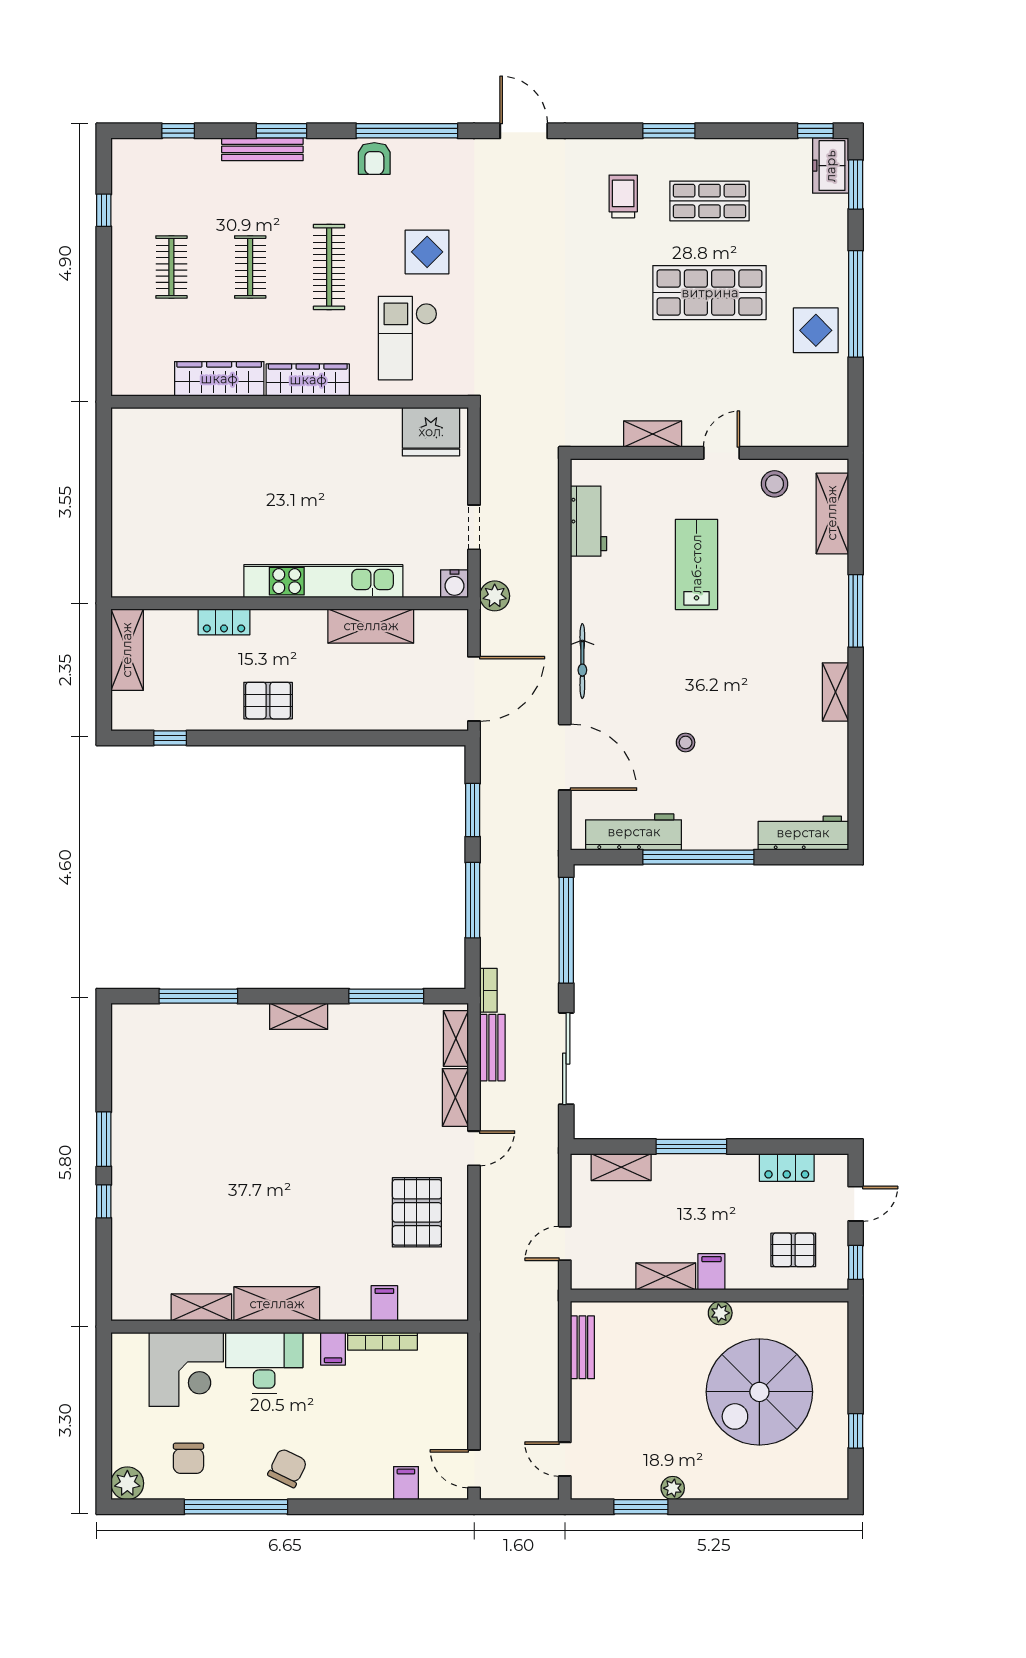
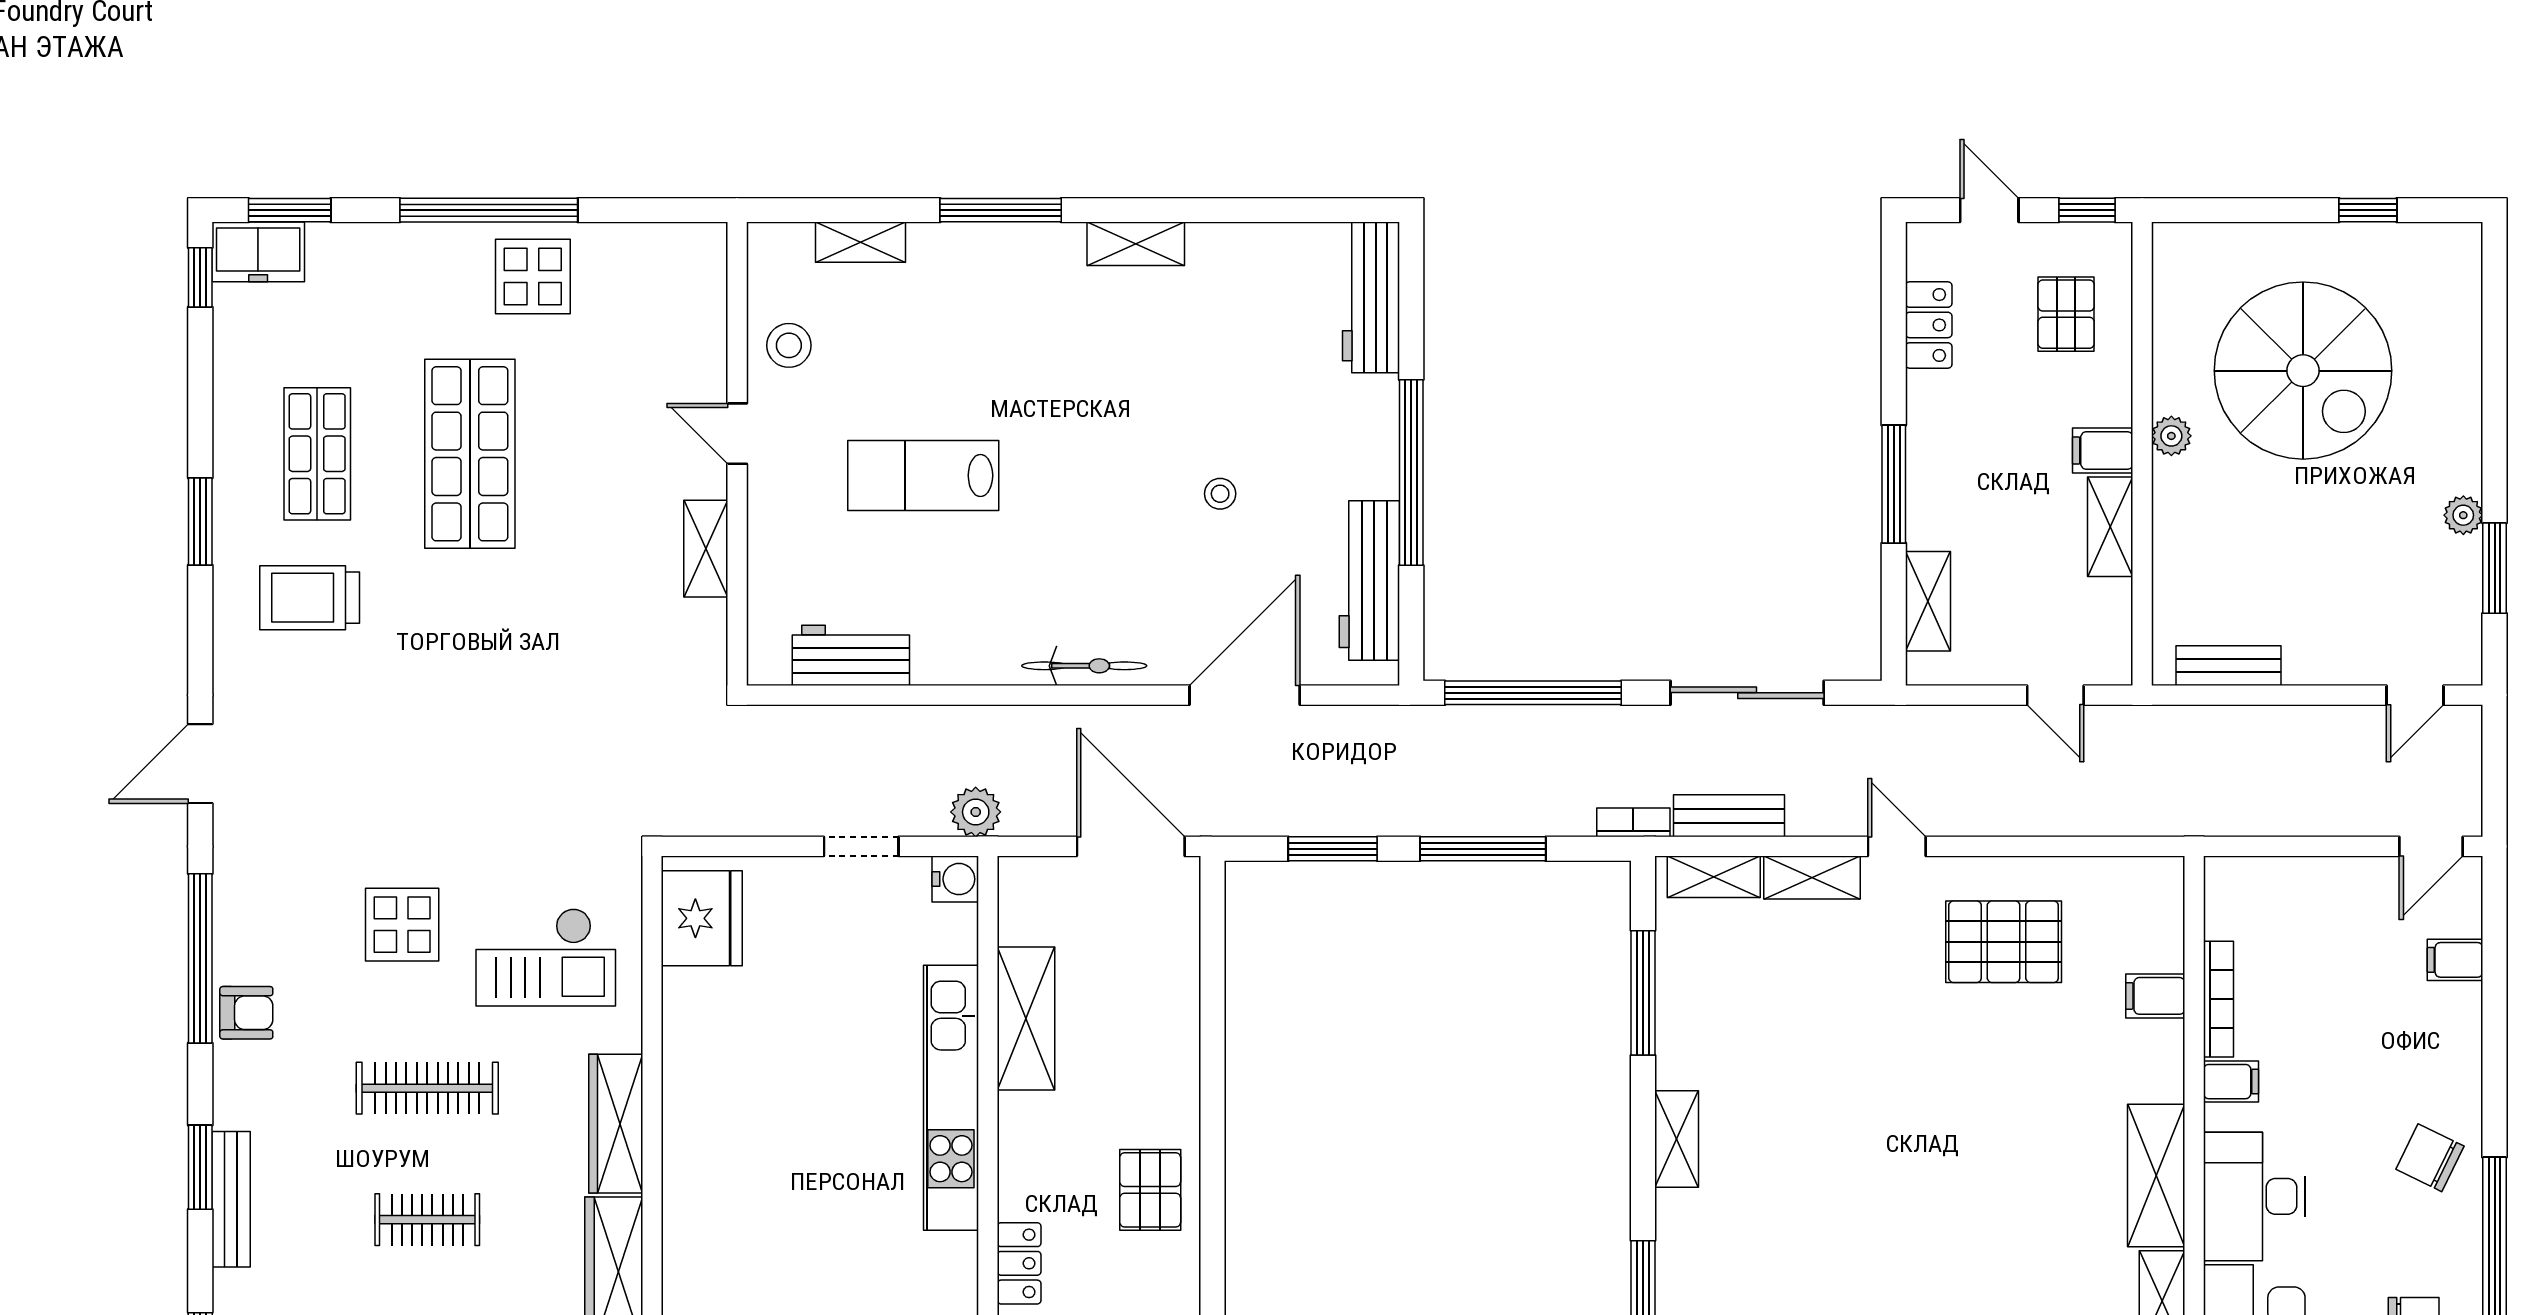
trolley: (623, 196) -> (310, 598), width x1.36, depth x1.39
shelving: (832, 513) -> (861, 242), width x0.67, depth x0.75

